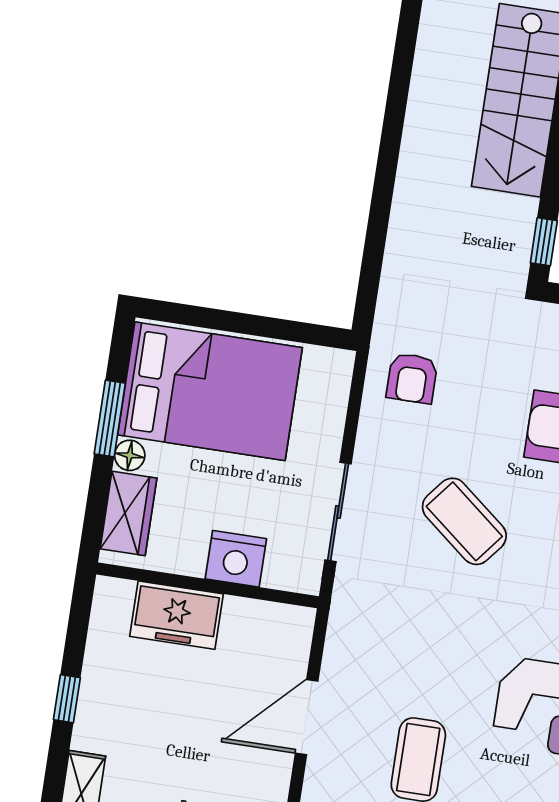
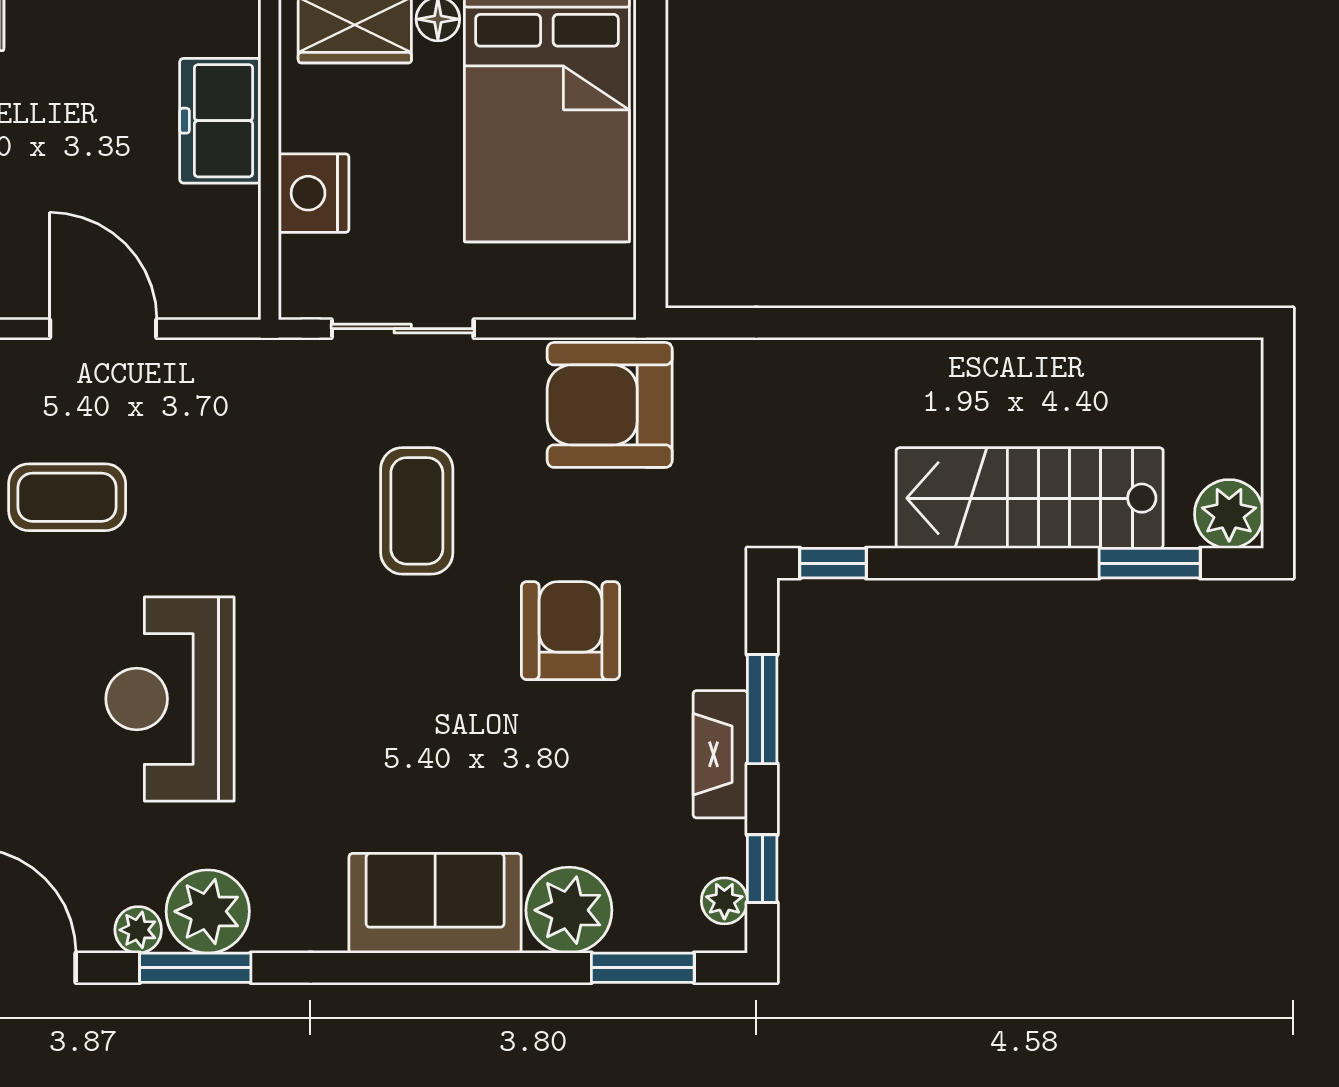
armchair: (412, 378) -> (610, 405), width x1.88, depth x1.88
coffee table: (464, 521) -> (417, 511), turned -39

